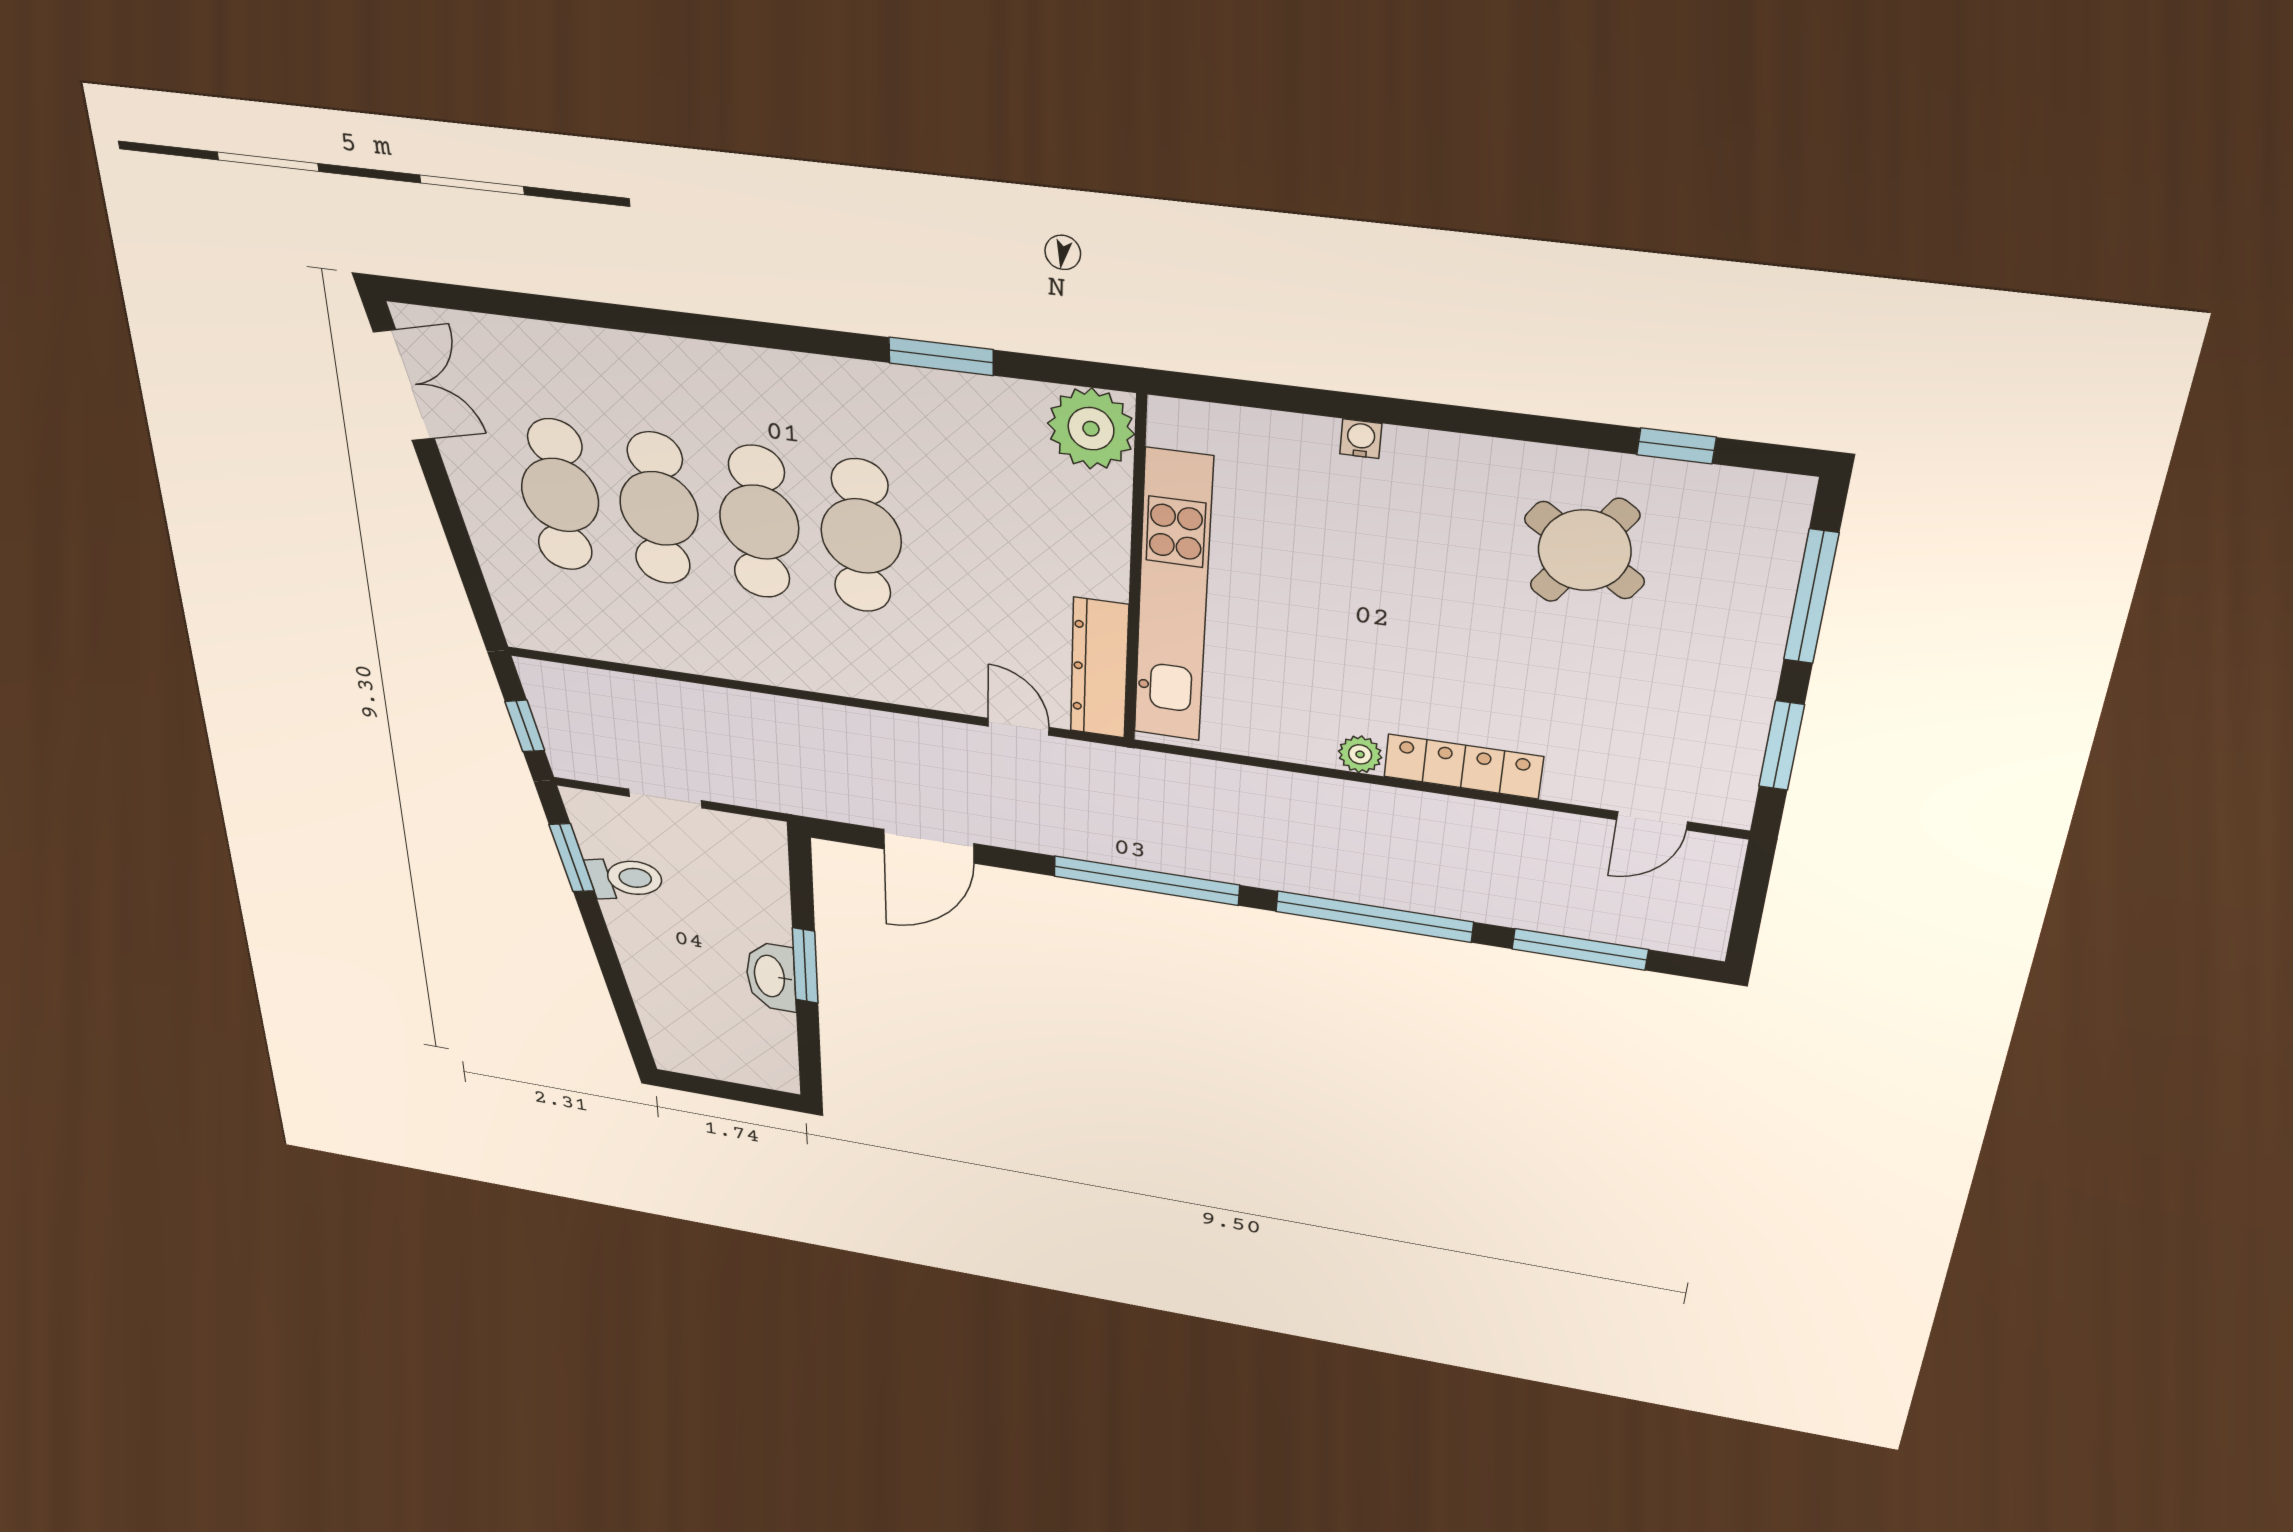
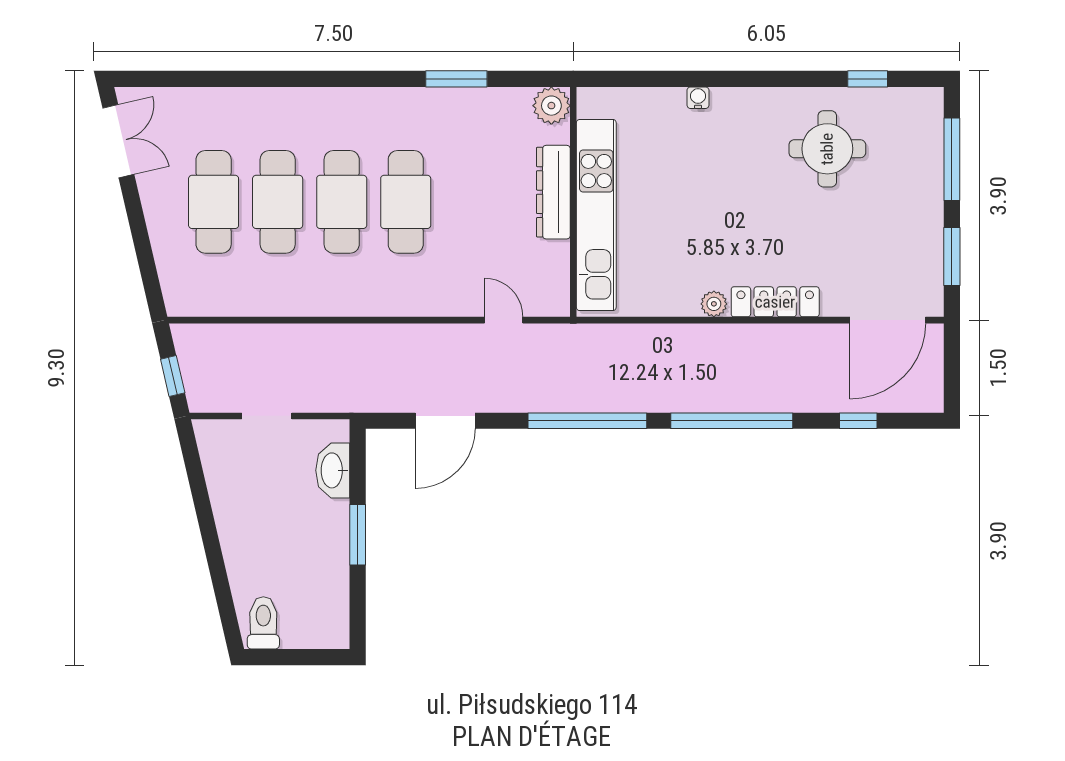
plant: (1091, 429) -> (551, 106), width x0.73, depth x0.73
round table: (1585, 550) -> (827, 149), turned -34
dresser: (1099, 668) -> (553, 192), moved
door: (1652, 821) -> (888, 320), width x1.87
window: (572, 858) -> (196, 477), removed
toilet: (625, 878) -> (263, 623), moved, turned -77
window: (1580, 949) -> (858, 421), width x0.46
washbasin: (771, 976) -> (333, 470), moved

